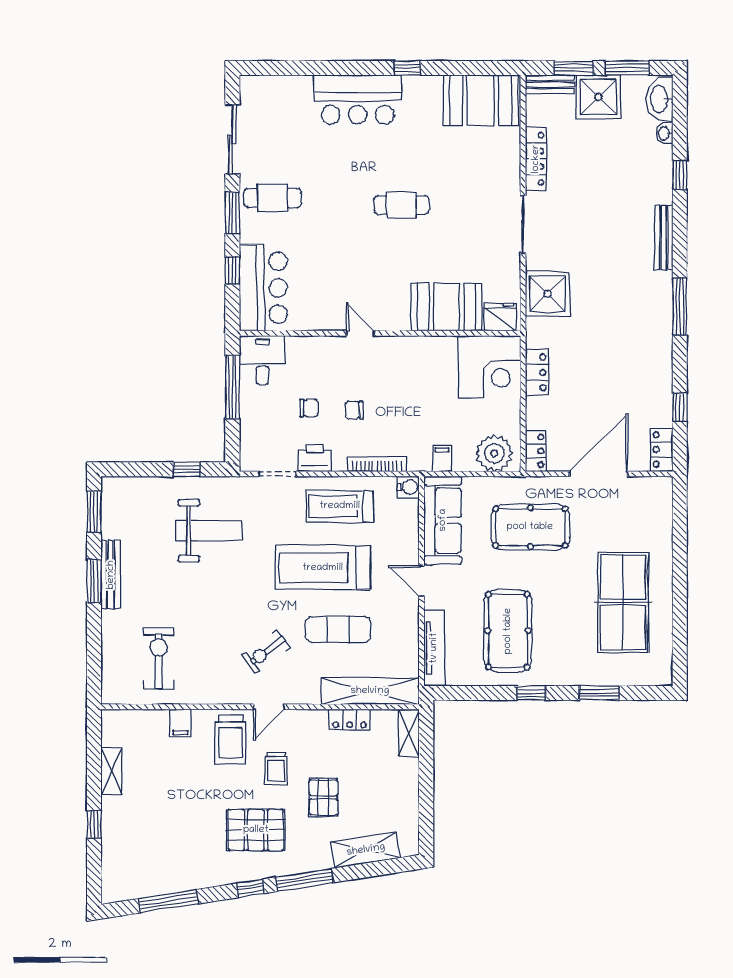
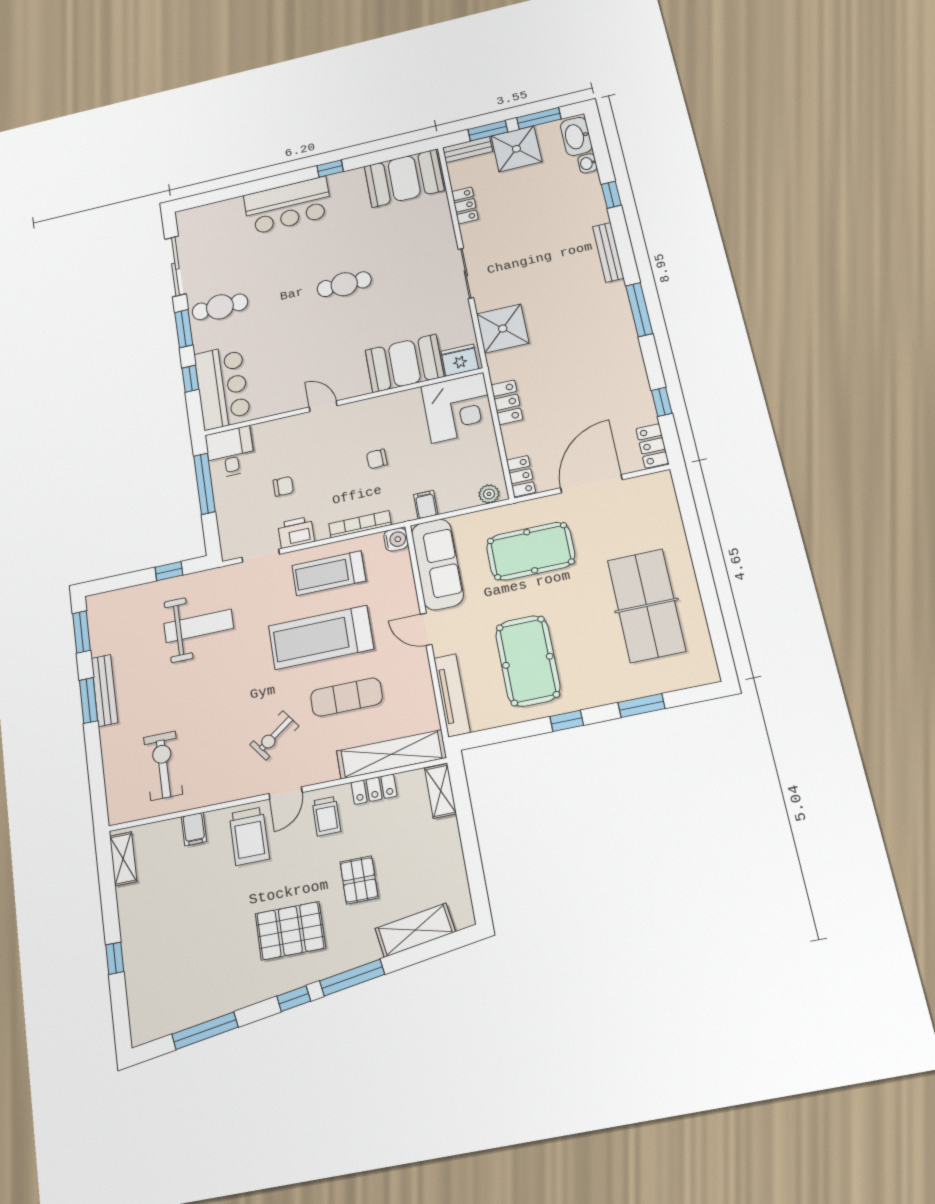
locker: (536, 159) -> (465, 205), width x0.66
chair: (354, 410) -> (377, 459), moved
plant: (494, 453) -> (489, 494), width x0.53, depth x0.53
trolley: (276, 769) -> (326, 816), moved
shelving: (111, 772) -> (123, 859), moved

